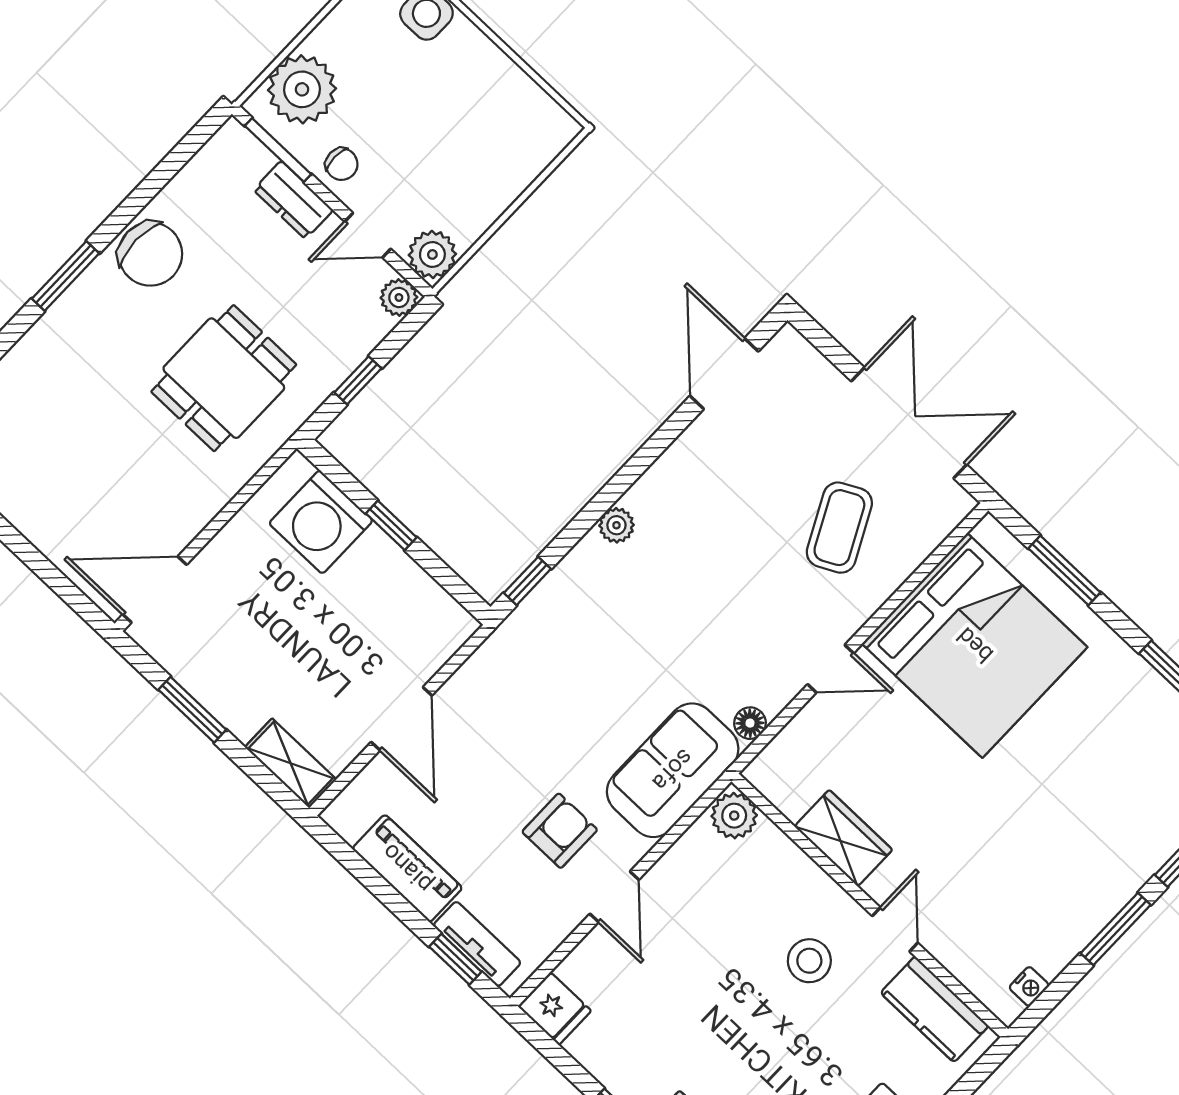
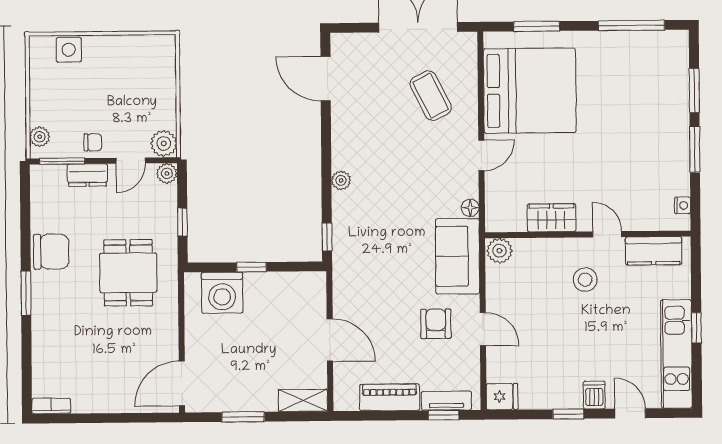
plant: (302, 89) -> (40, 137), width x0.53, depth x0.53

